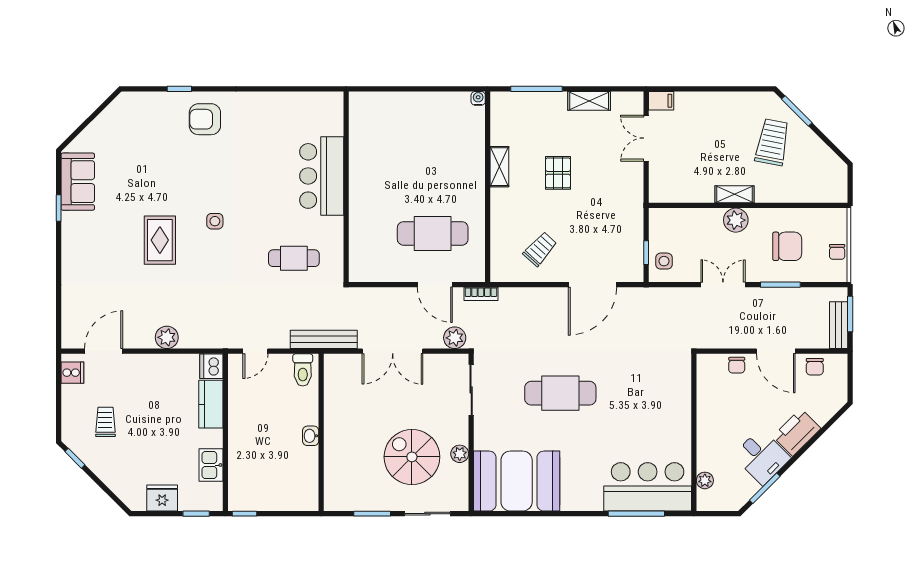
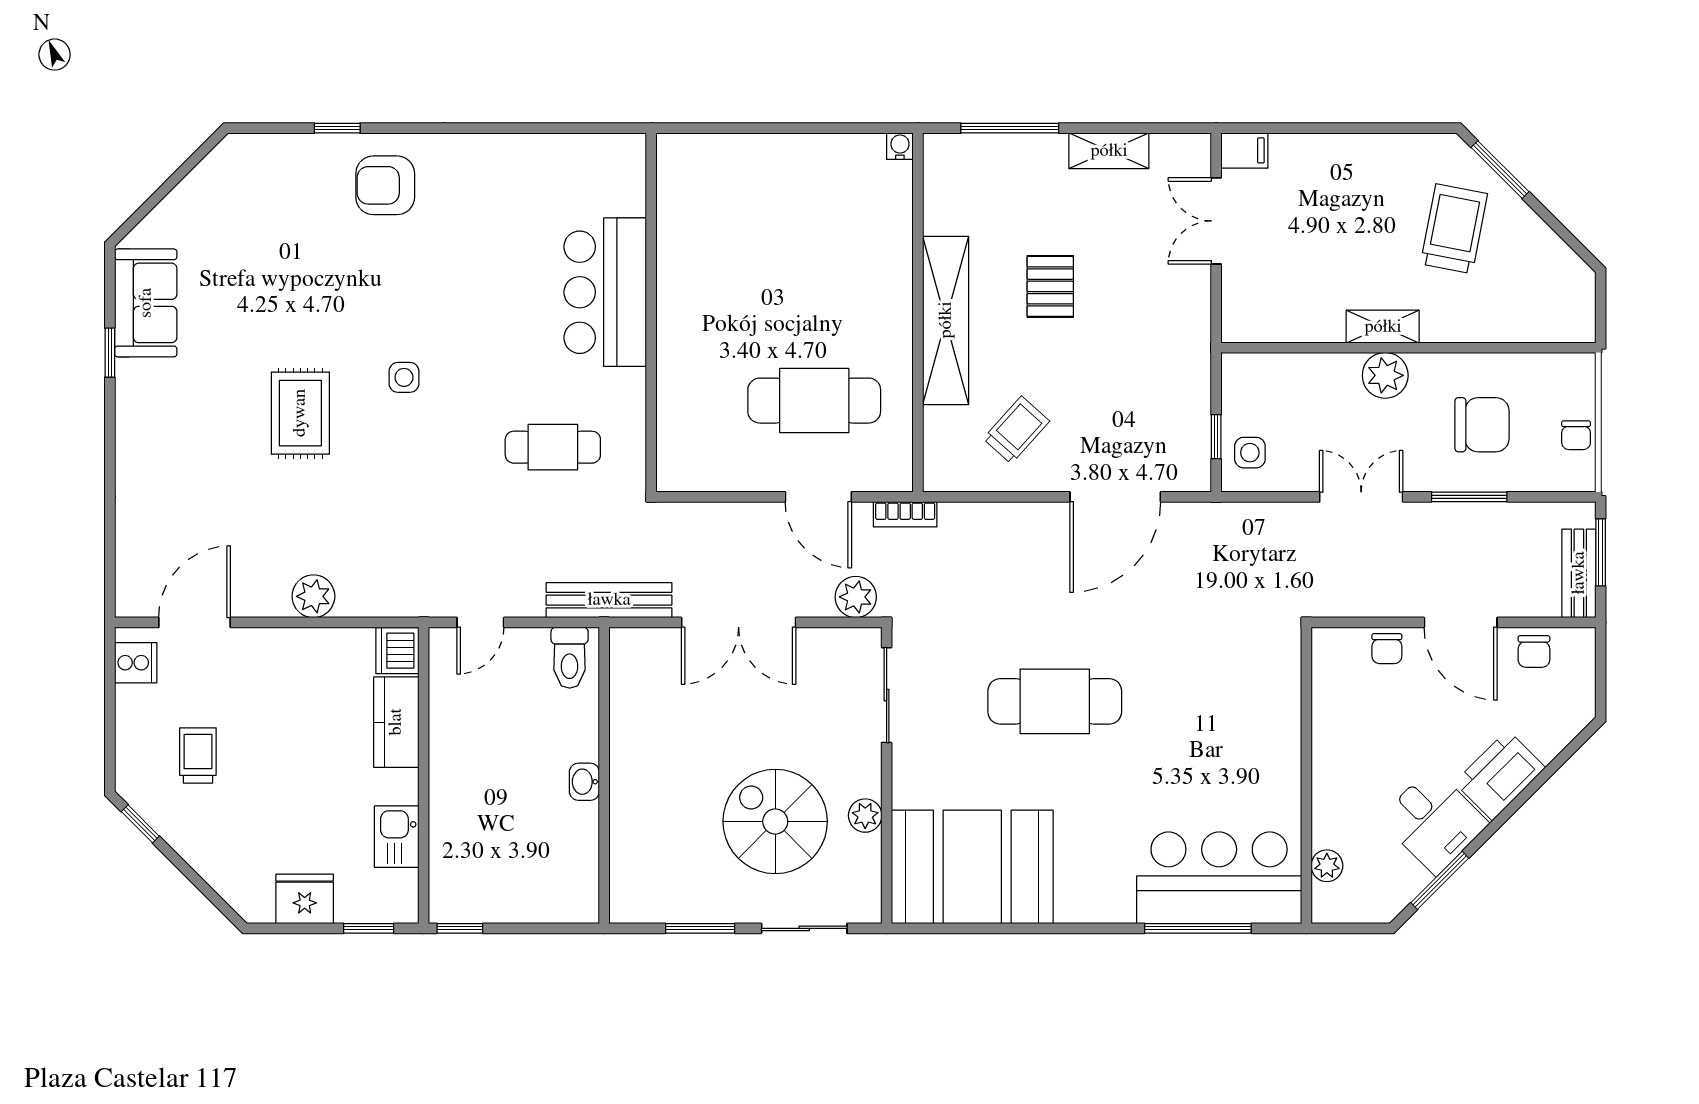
shelving: (499, 167) -> (946, 320), width x2.20, depth x1.33

